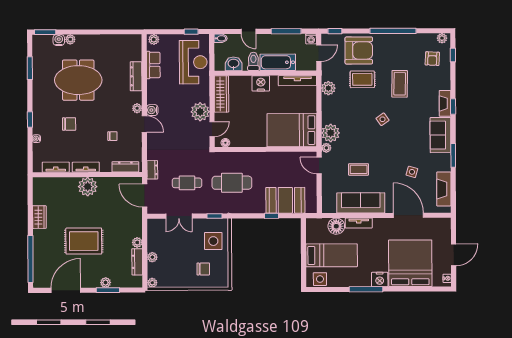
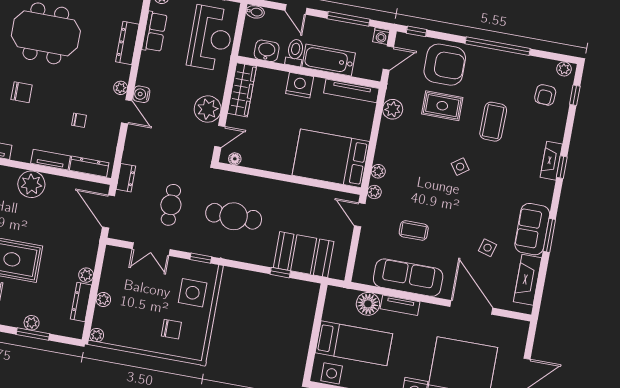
plant: (331, 133) -> (378, 171), width x0.53, depth x0.53
sofa: (440, 135) -> (532, 229), moved
tv unit: (86, 167) -> (51, 160), moved
cafe table: (187, 183) -> (171, 205), turned 90

